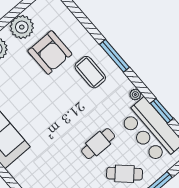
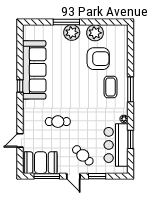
armchair: (50, 52) -> (98, 59), turned -90
cafe table: (98, 144) -> (58, 122), moved

